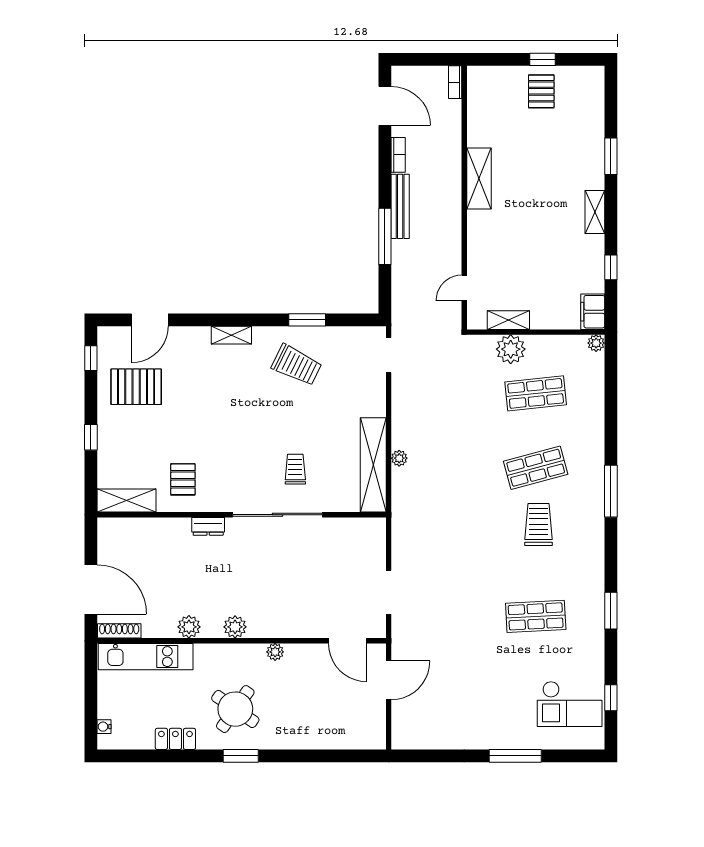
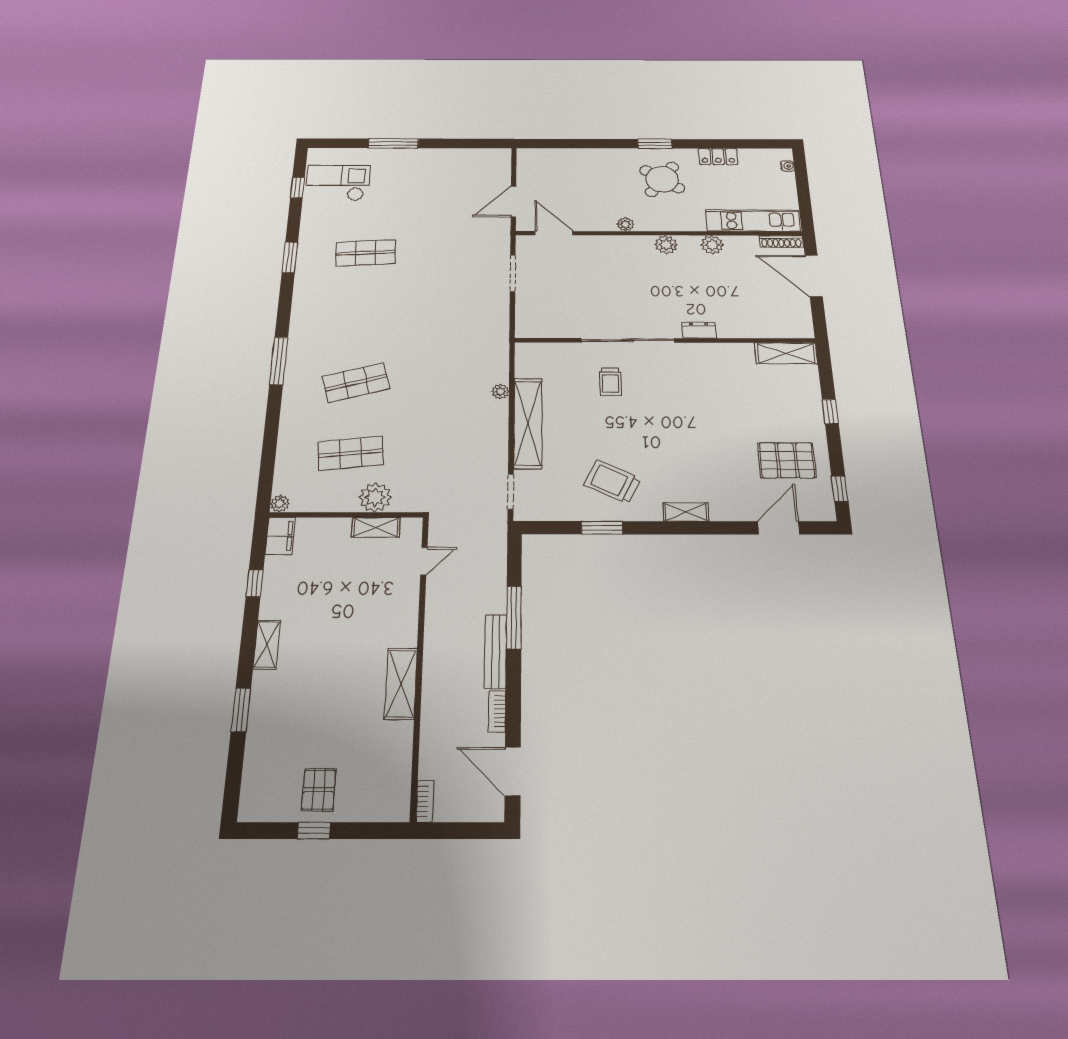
shelving: (373, 465) -> (528, 423), moved
pallet: (183, 479) -> (728, 372), removed
trolley: (538, 524) -> (357, 331), removed

